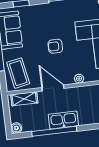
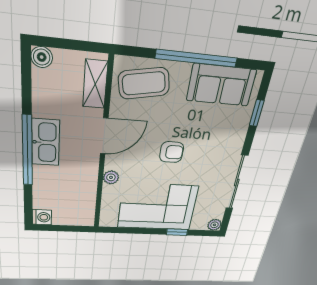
armchair: (55, 46) -> (172, 152), turned 90
window: (54, 131) -> (27, 151), moved

